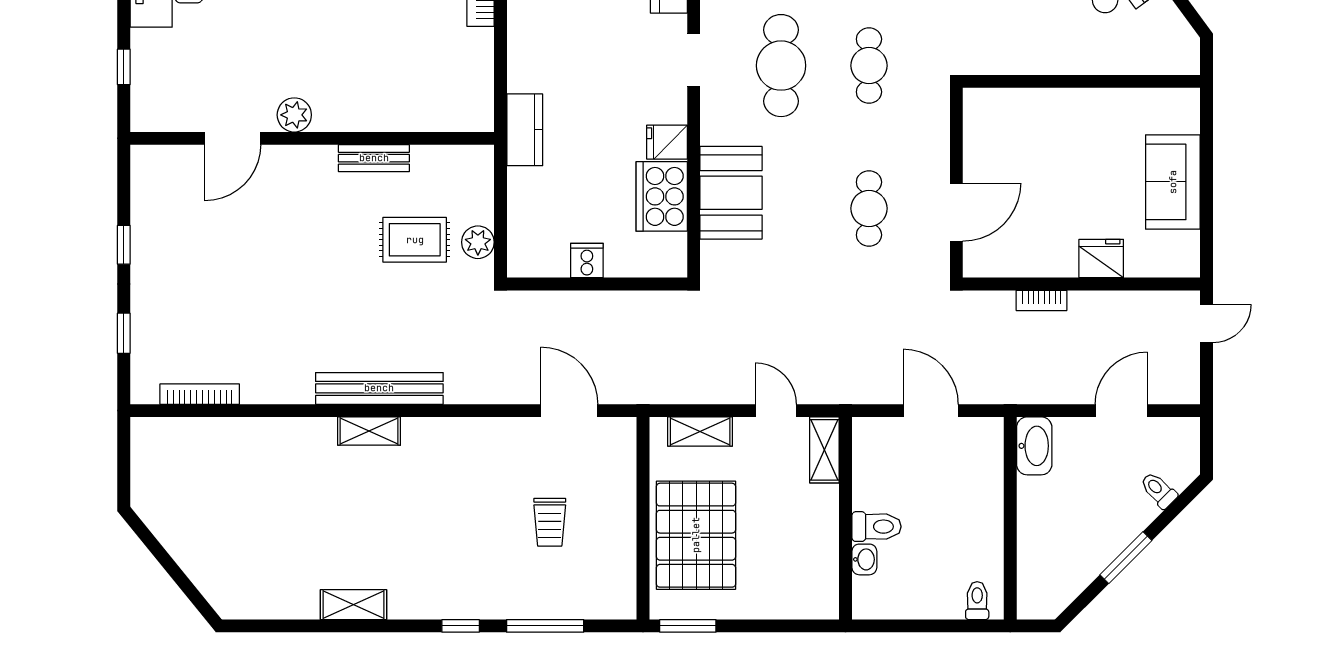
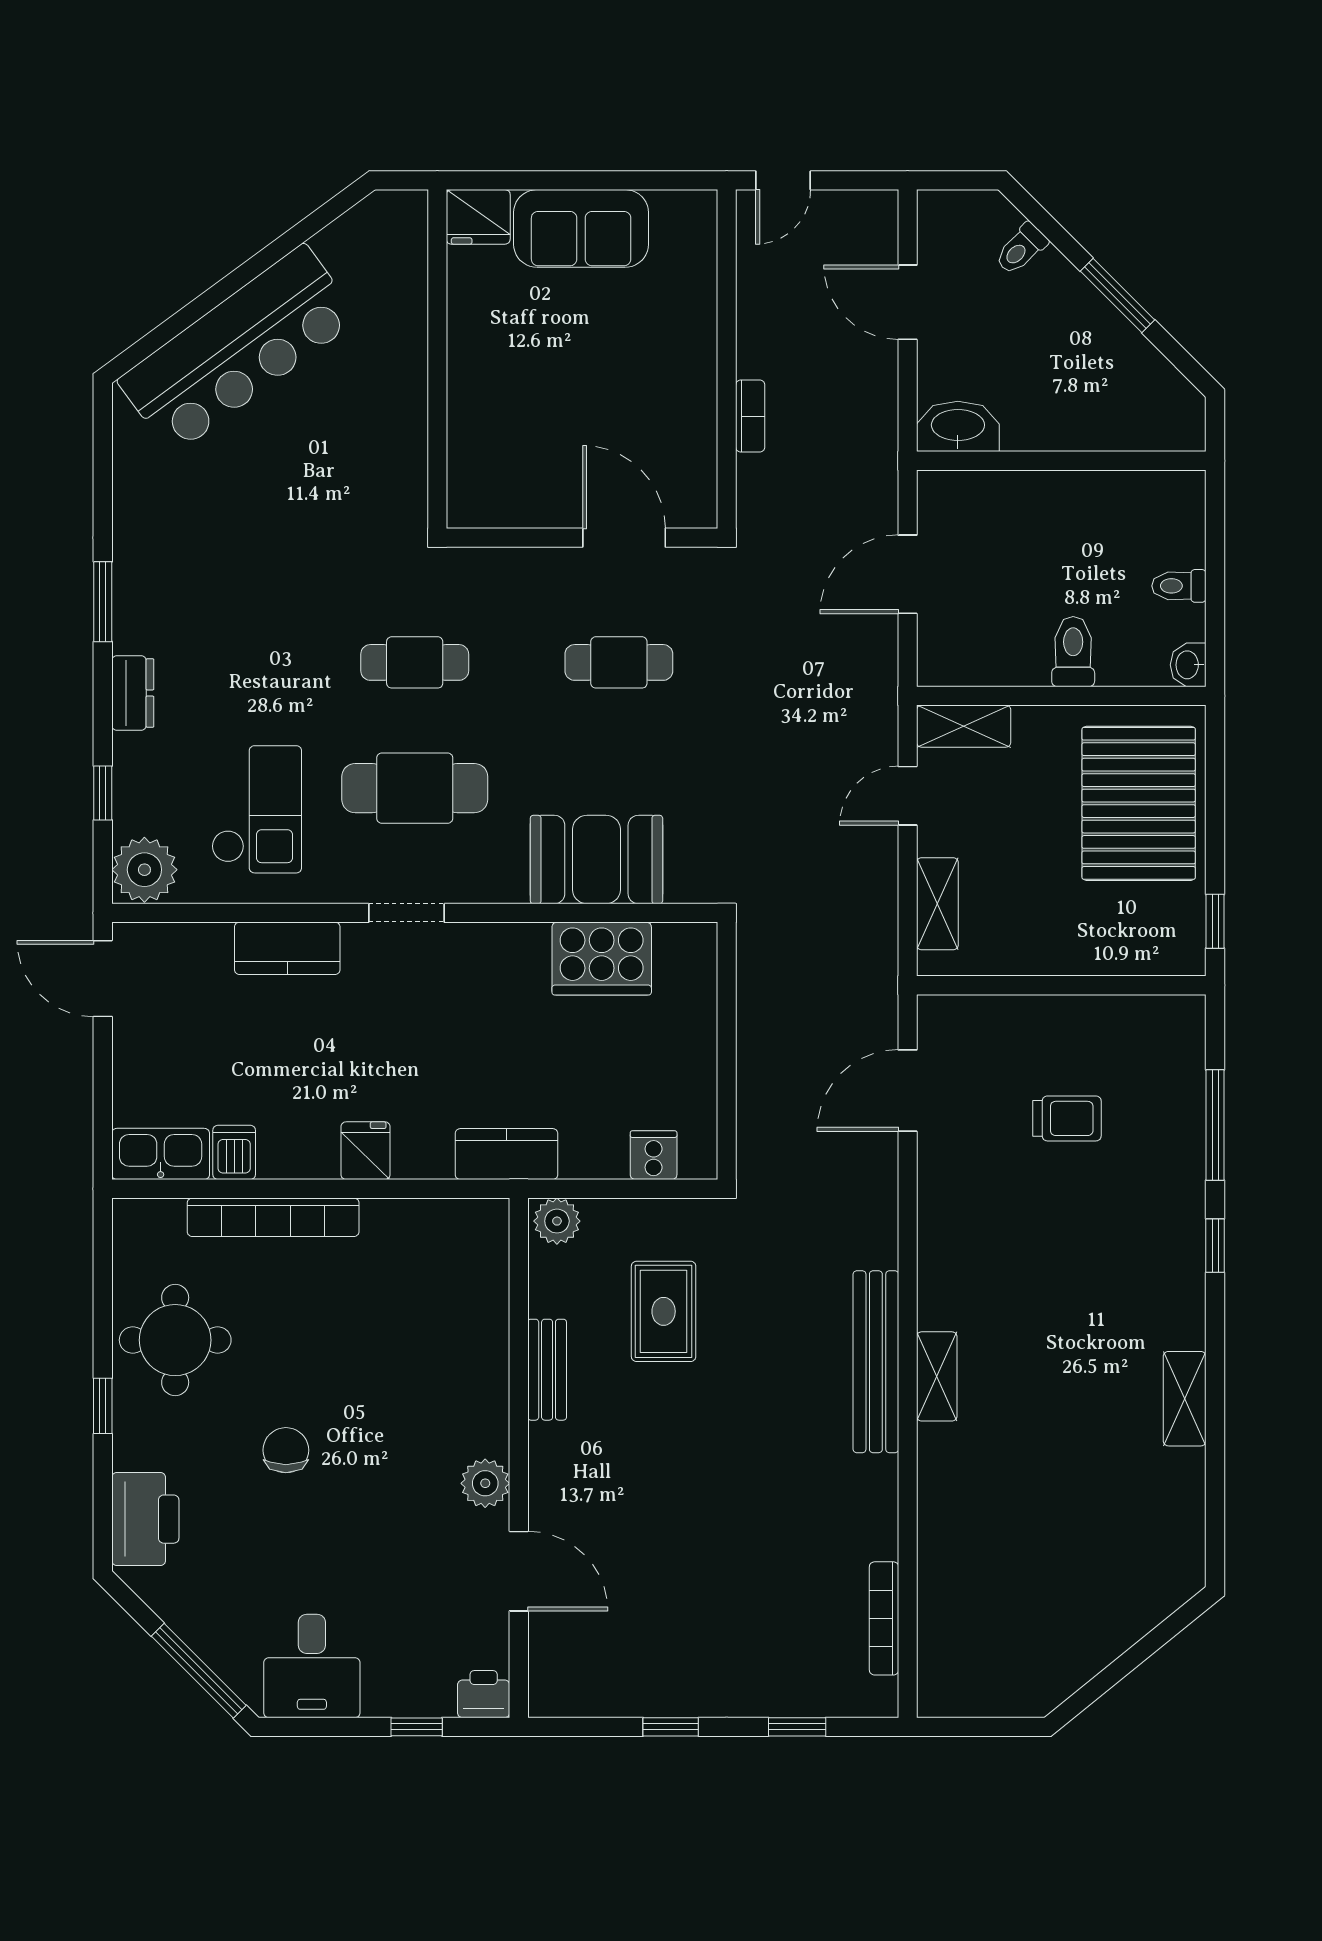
printer: (147, 114) -> (484, 1694), added
fridge: (667, 142) -> (365, 1151), moved, turned 180
plant: (478, 242) -> (557, 1221), moved
fridge: (1101, 258) -> (478, 217), moved, turned -90
cooker: (587, 260) -> (654, 1155), moved, turned 90
door: (1206, 323) -> (783, 180), swing flipped
pallet: (696, 535) -> (1139, 803), moved, turned 90
washbasin: (864, 559) -> (1188, 665), moved, turned -90
toilet: (977, 601) -> (1179, 586), moved
window: (688, 626) -> (1215, 921), width x0.67

